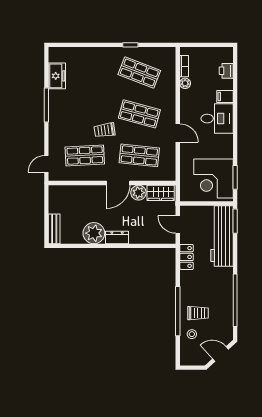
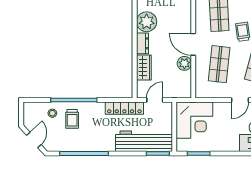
corner desk: (214, 179) -> (194, 120), moved, turned 180
wardrobe: (161, 193) -> (144, 68), moved, turned 180
locker: (186, 257) -> (124, 108), width x1.53

